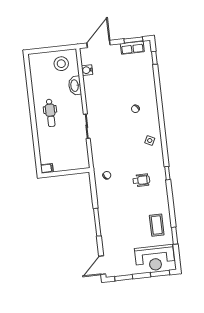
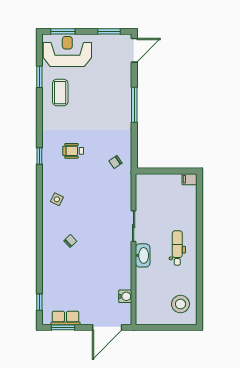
stool: (61, 64) -> (180, 304), moved
washbasin: (75, 86) -> (143, 255), moved

